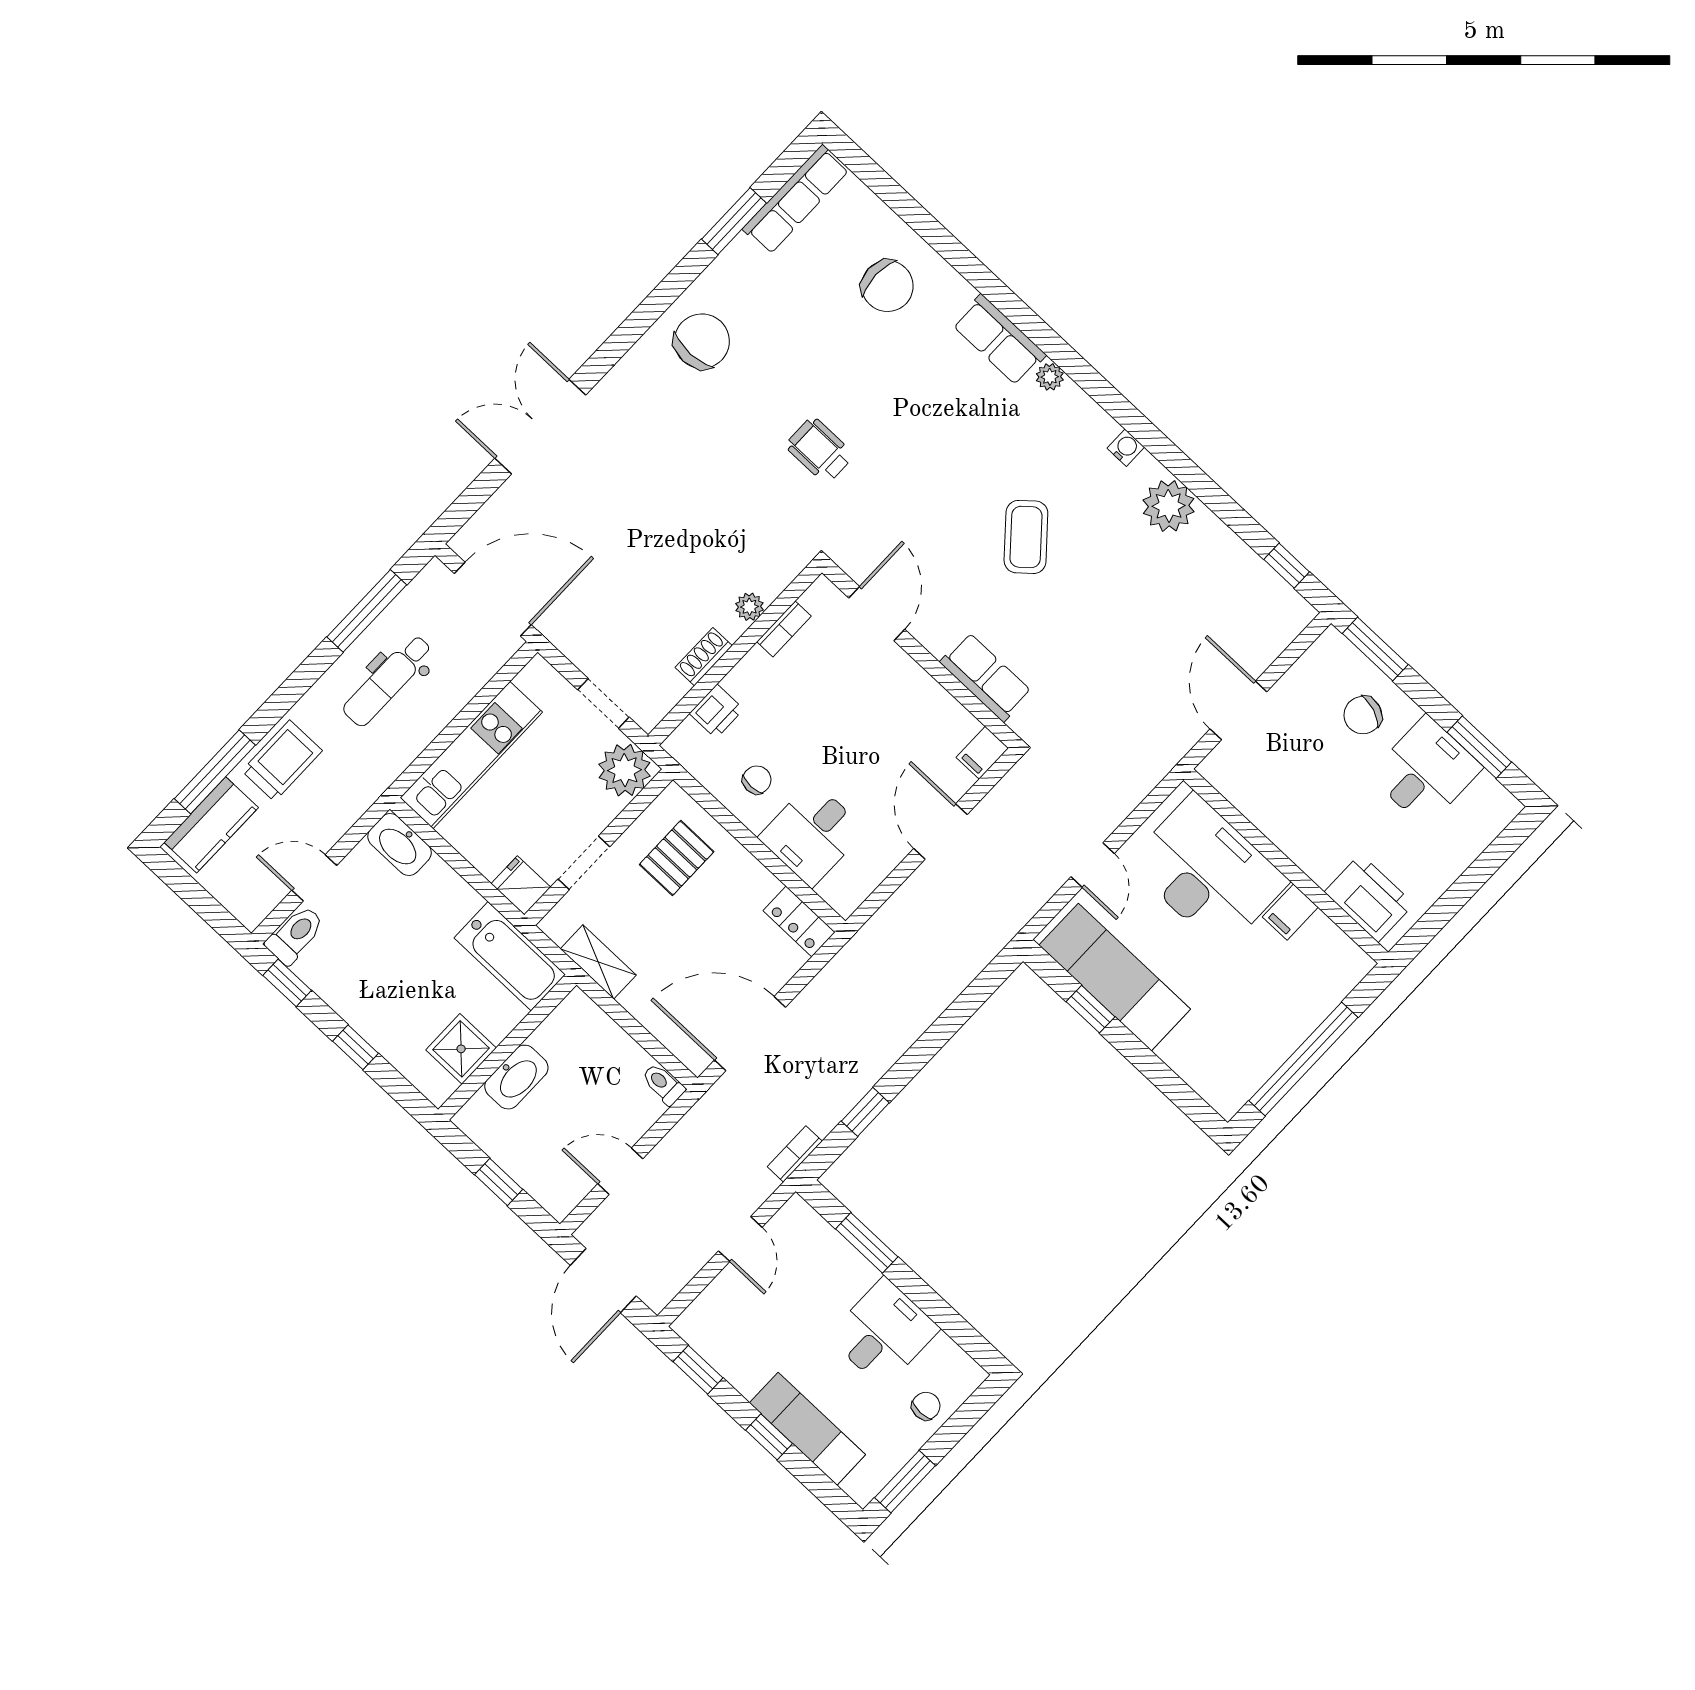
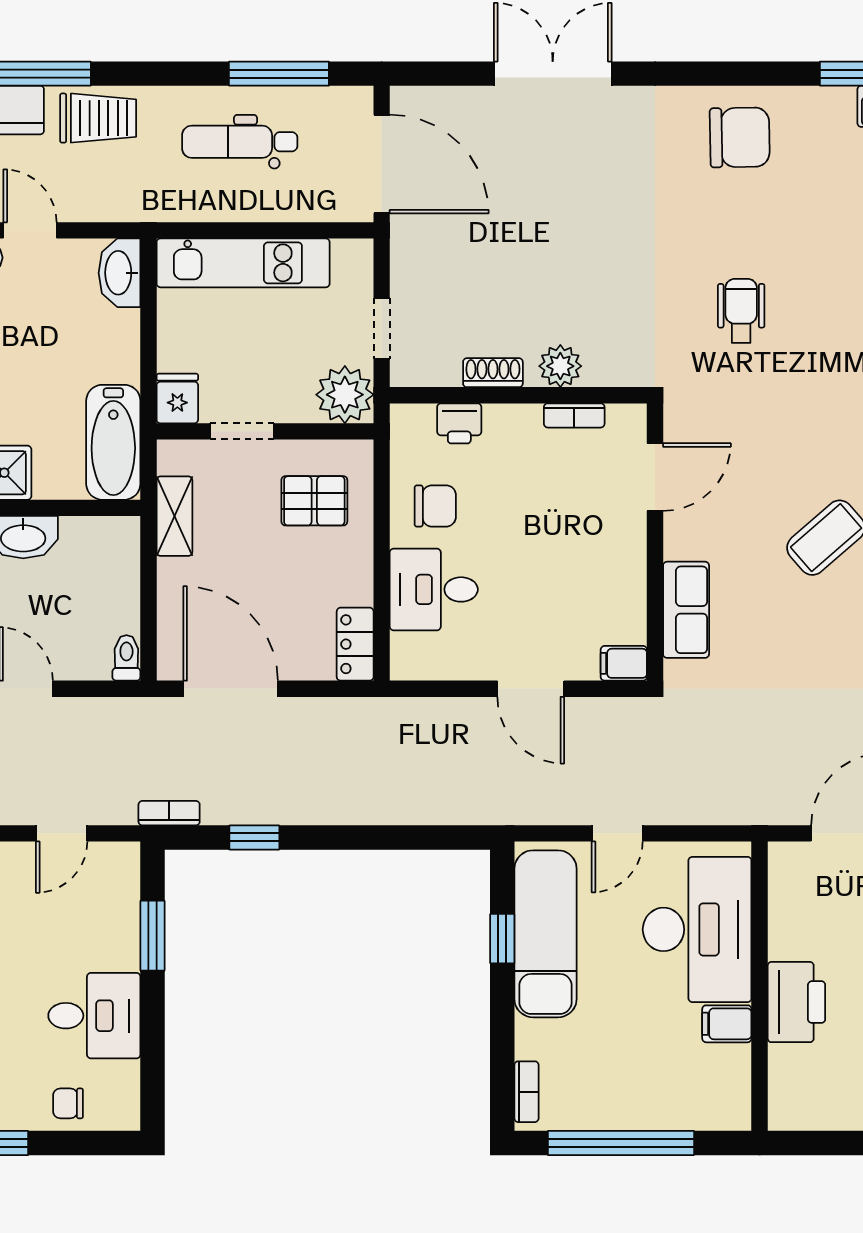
plant: (749, 607) -> (560, 366), width x1.38, depth x1.38
chair: (757, 780) -> (435, 506), width x1.37, depth x1.37
door: (940, 832) -> (531, 689), swing flipped
printer: (1369, 898) -> (796, 1002), moved
bookcase: (1209, 1090) -> (526, 1092), added
chair: (926, 1406) -> (68, 1103), turned 180

